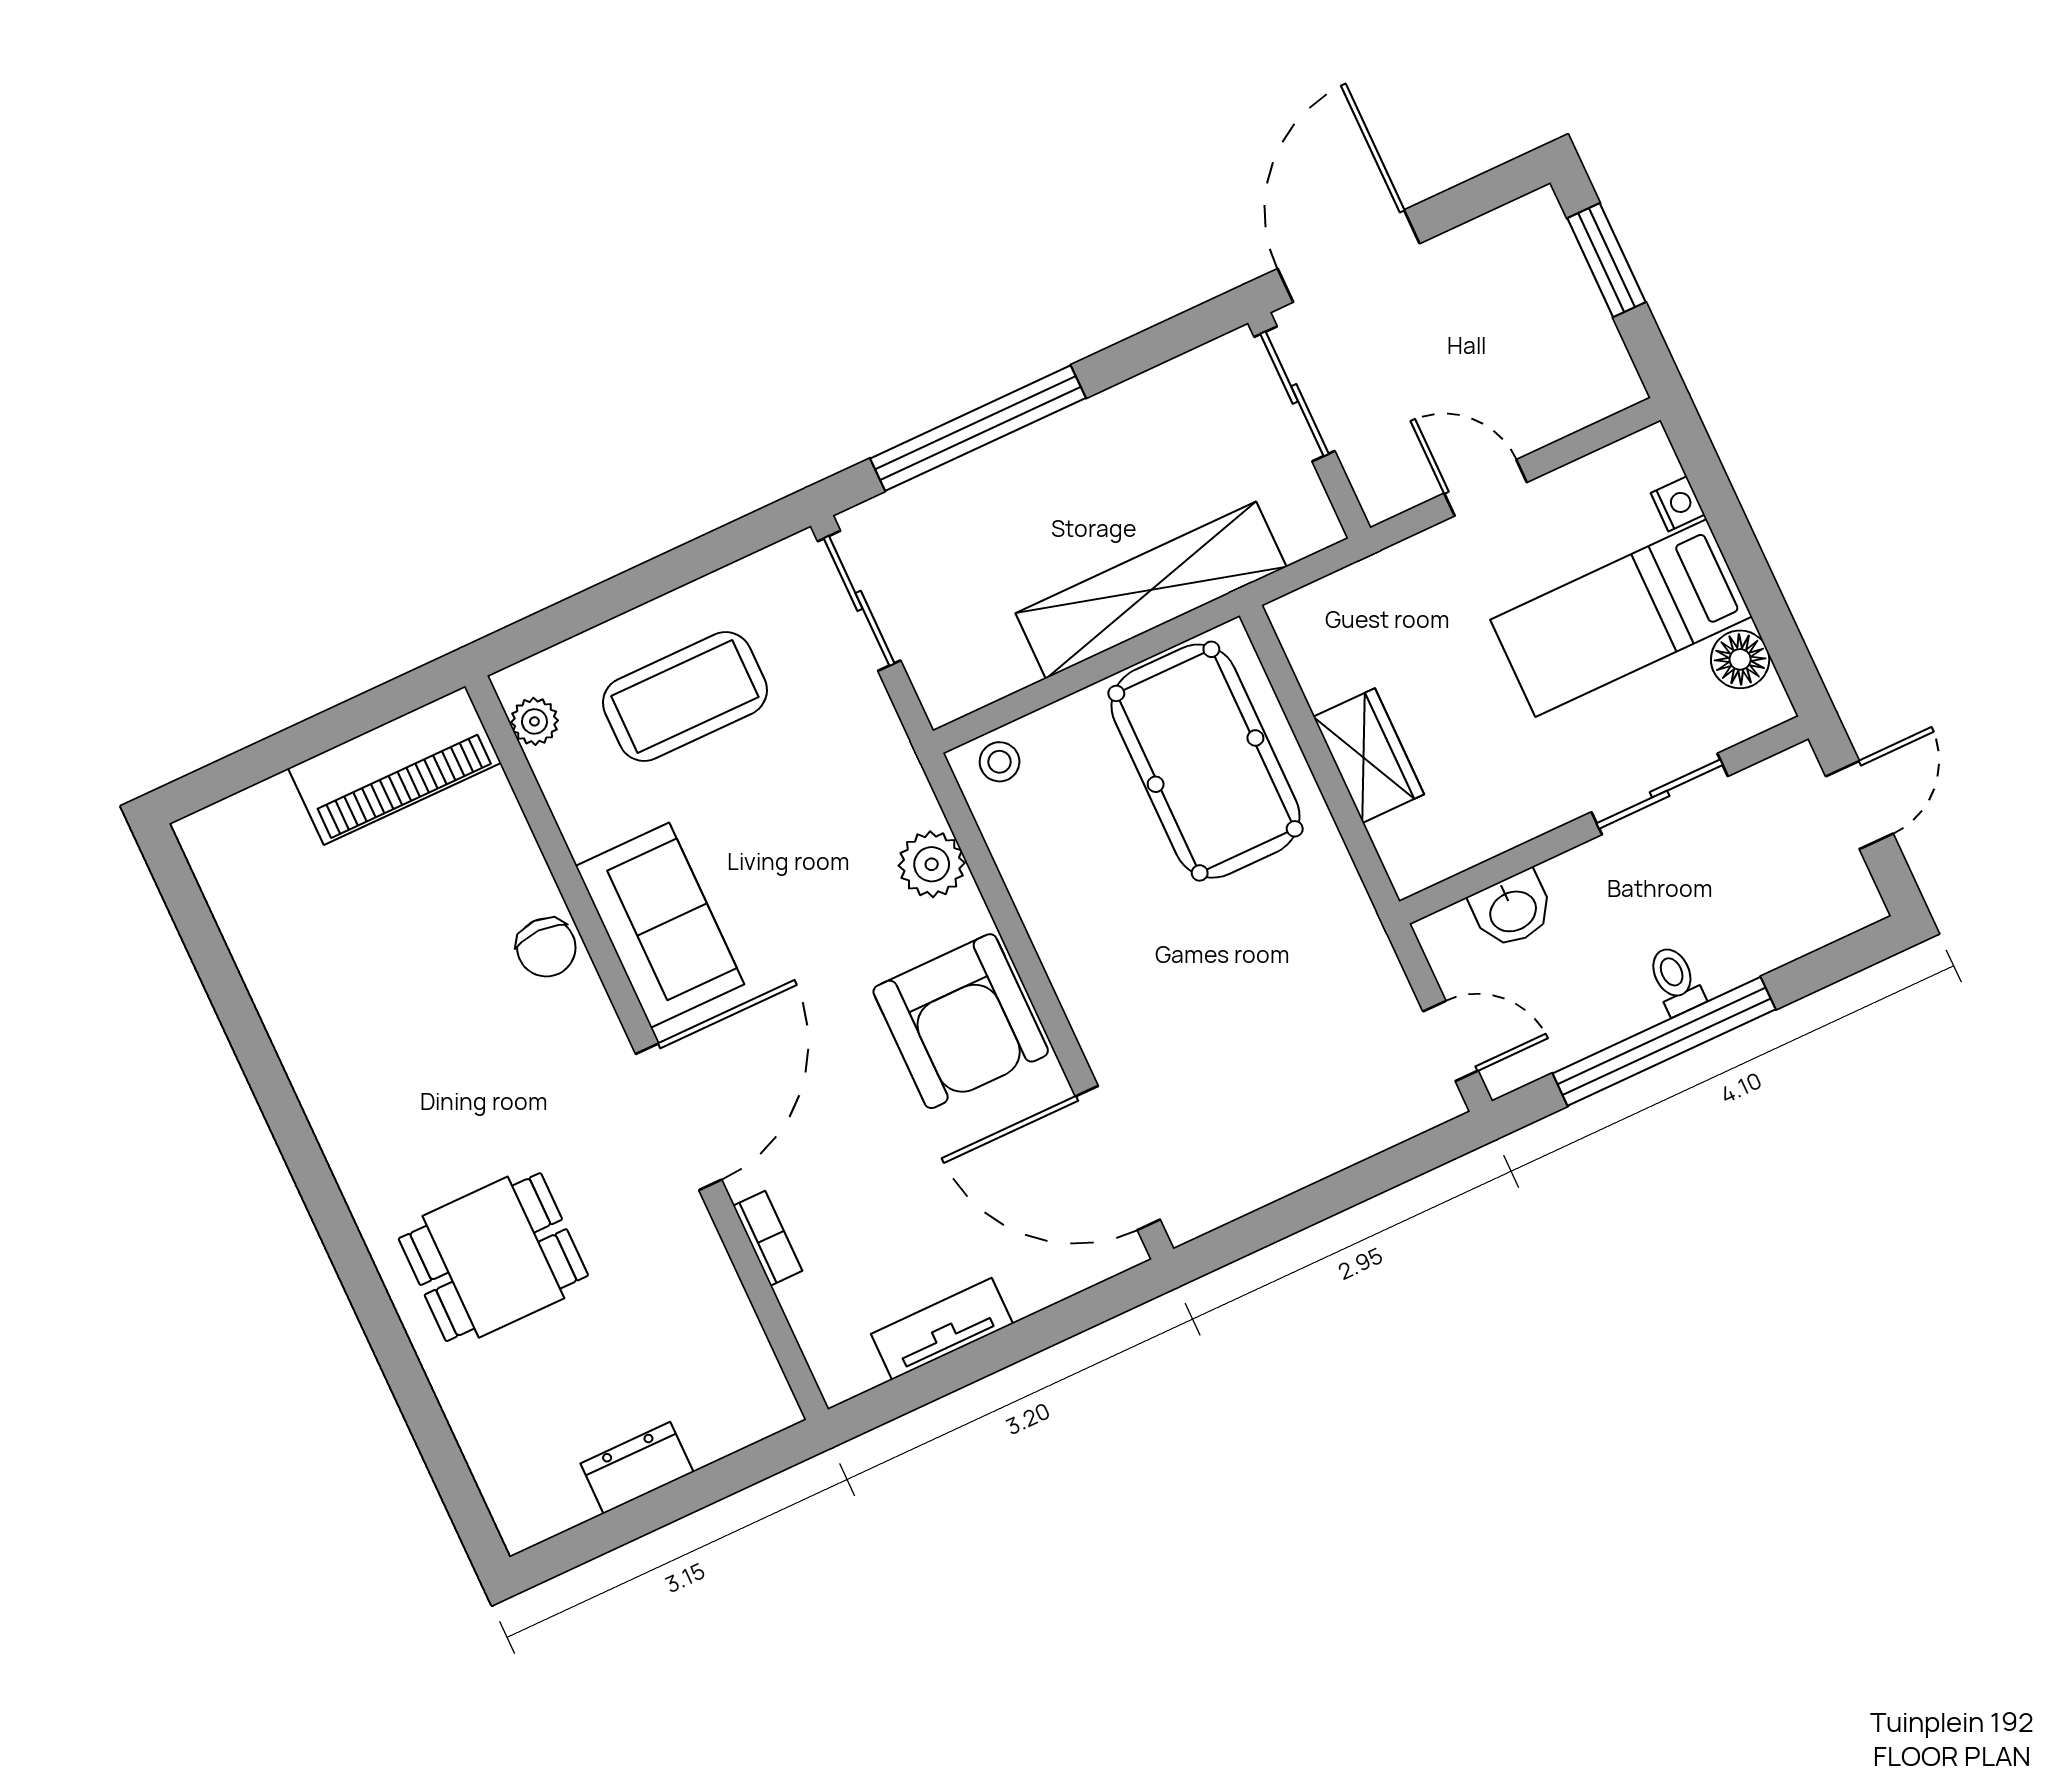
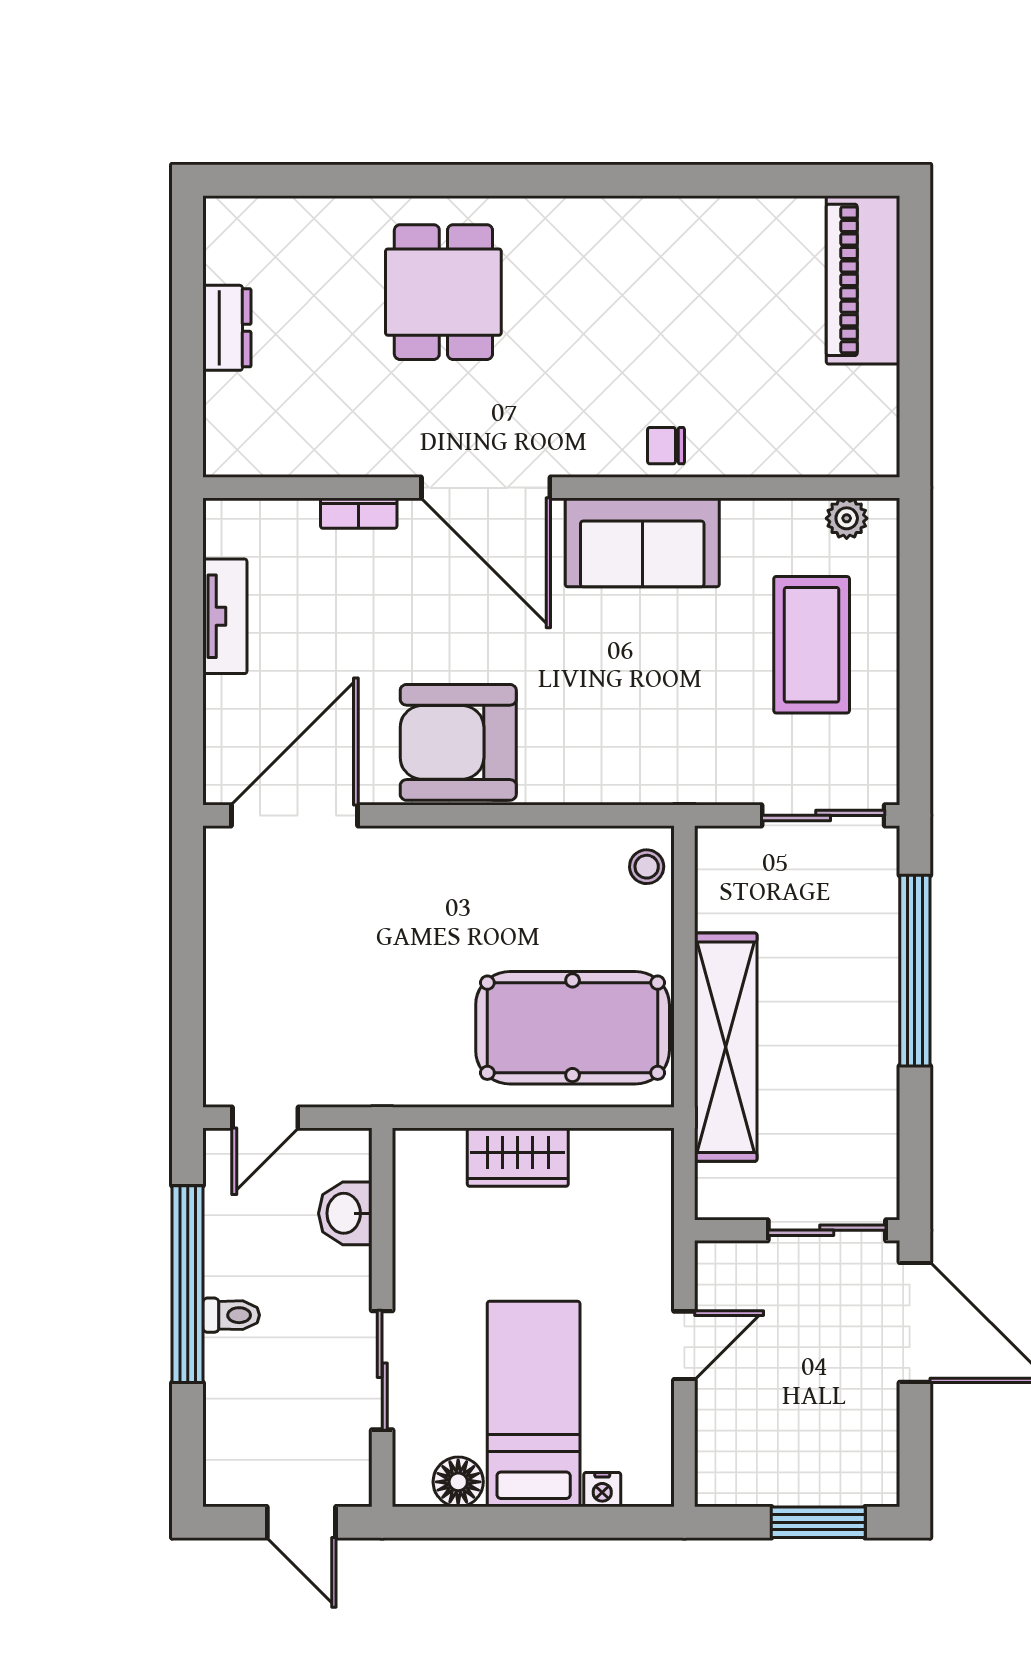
piano: (395, 765) -> (863, 280), moved
plant: (932, 864) -> (591, 777), removed
chair: (546, 947) -> (666, 446), width x0.73, depth x0.73

